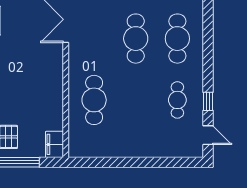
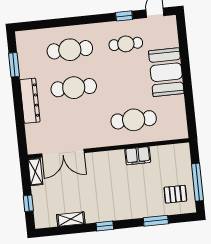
booth: (142, 141) -> (166, 72), added
filing cabinet: (55, 144) -> (138, 156), moved

